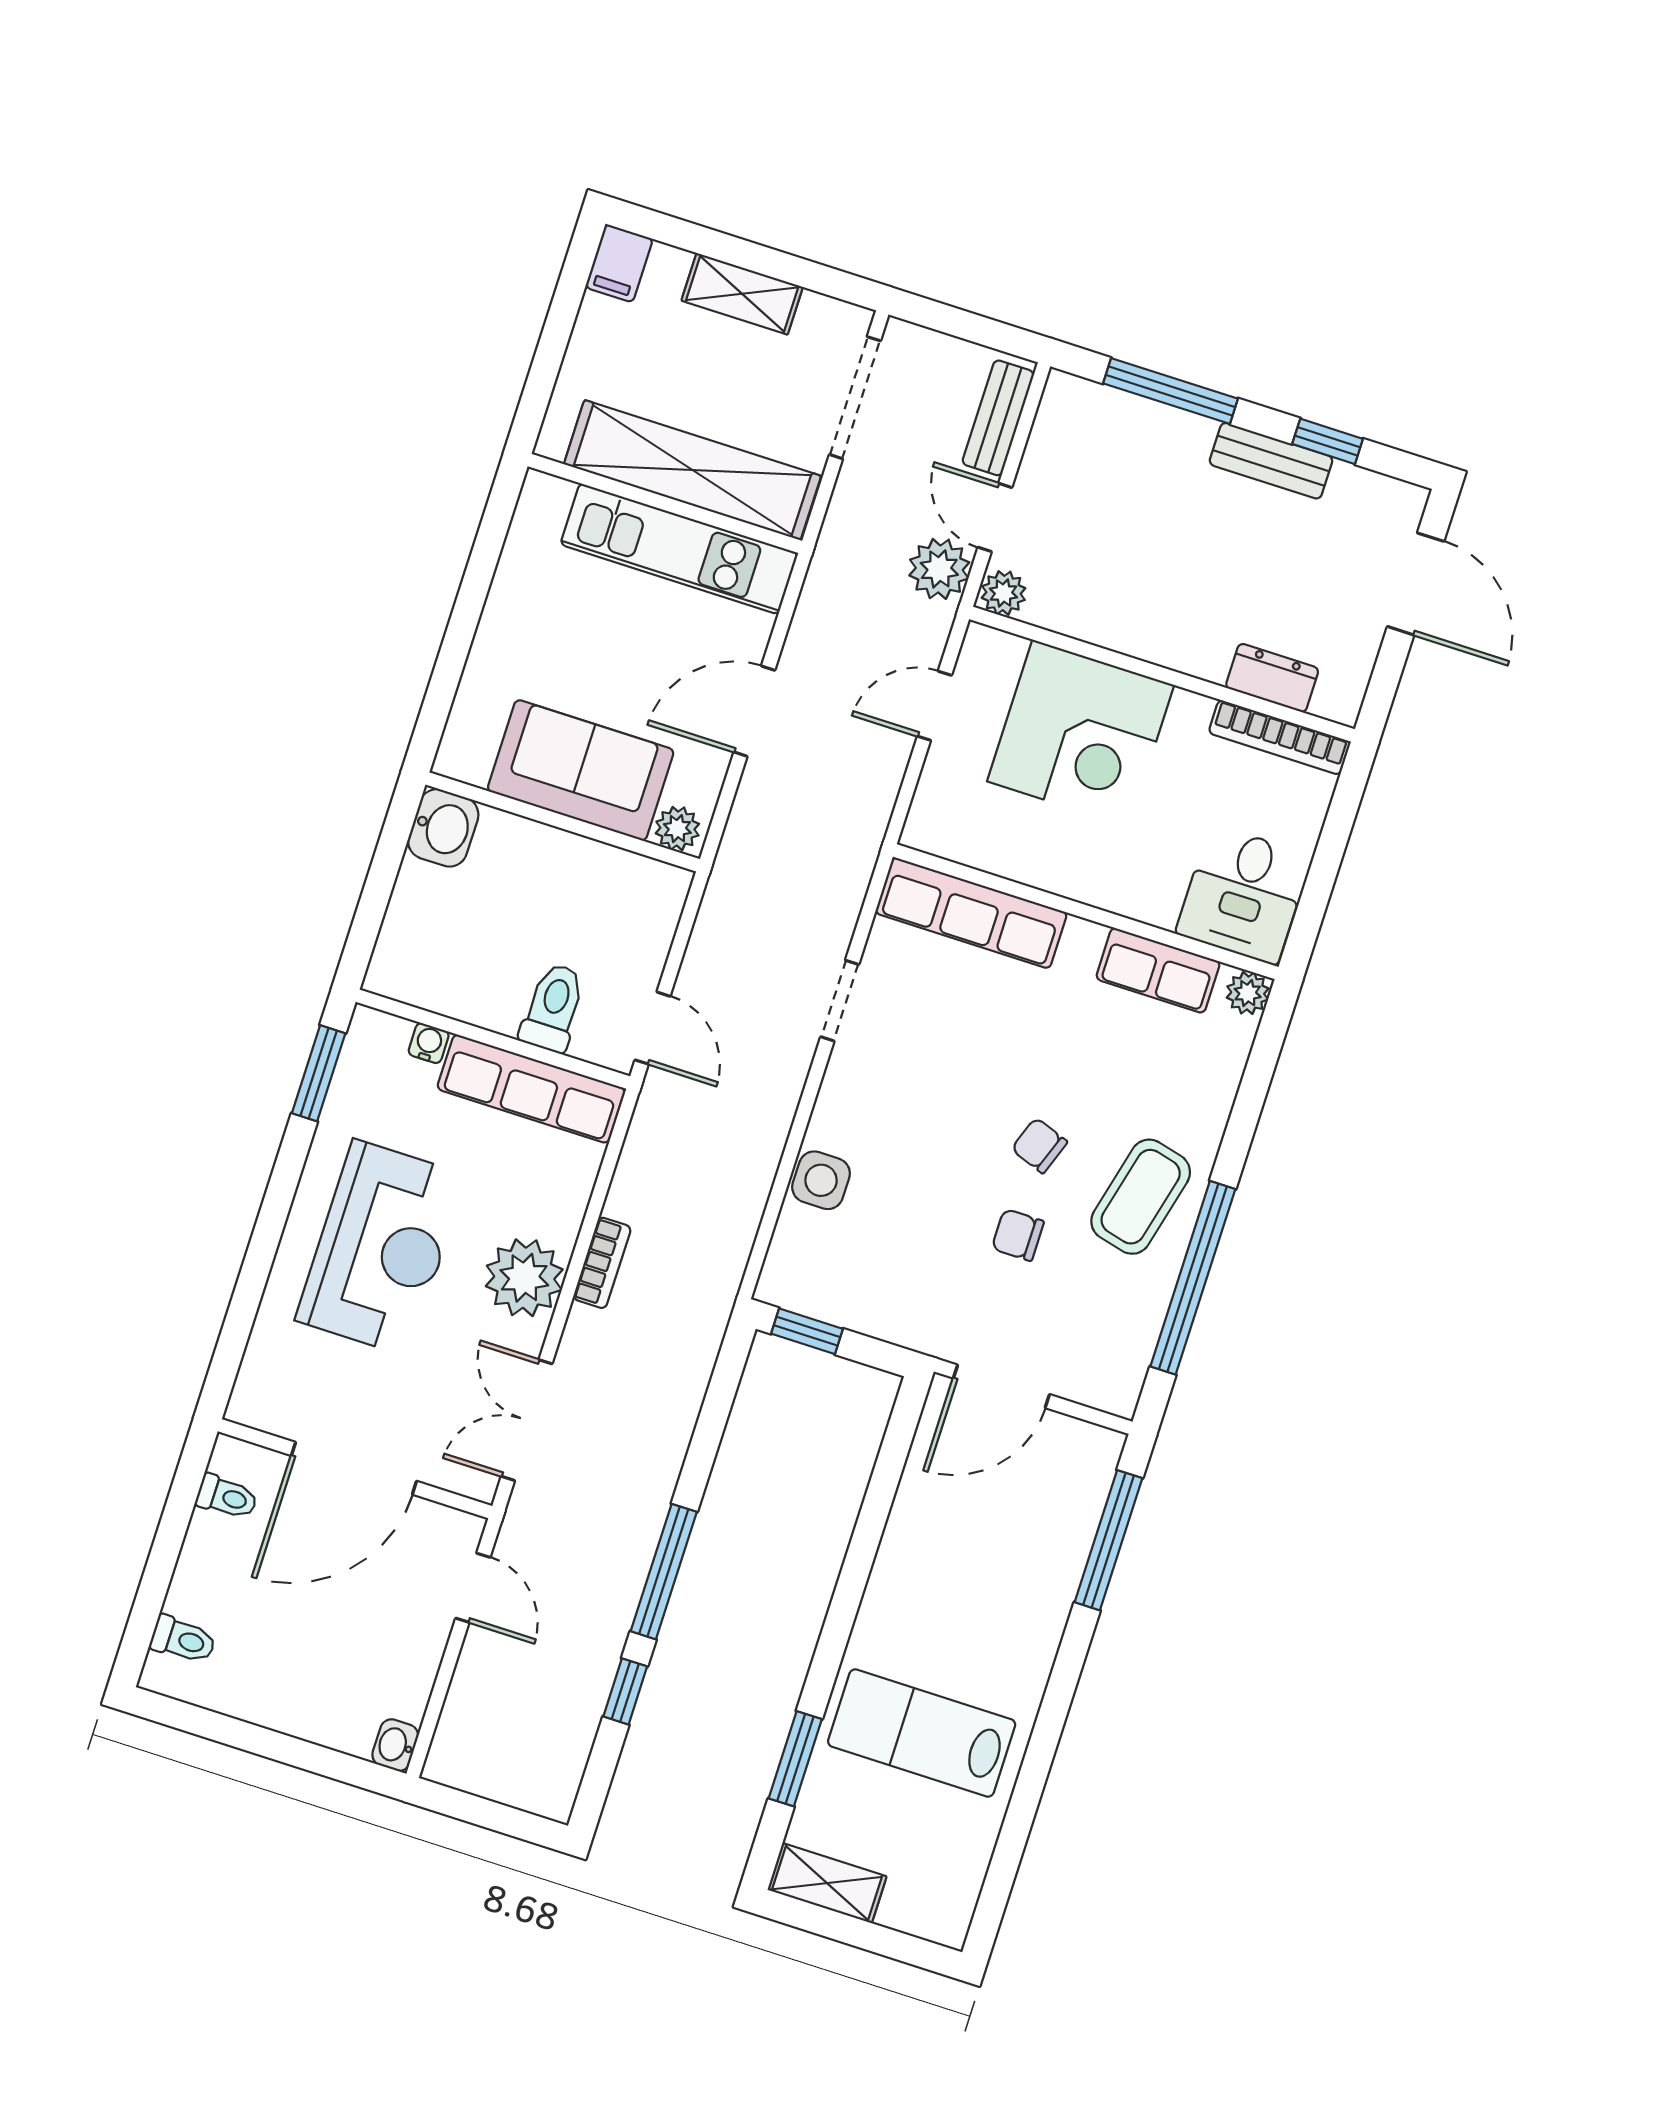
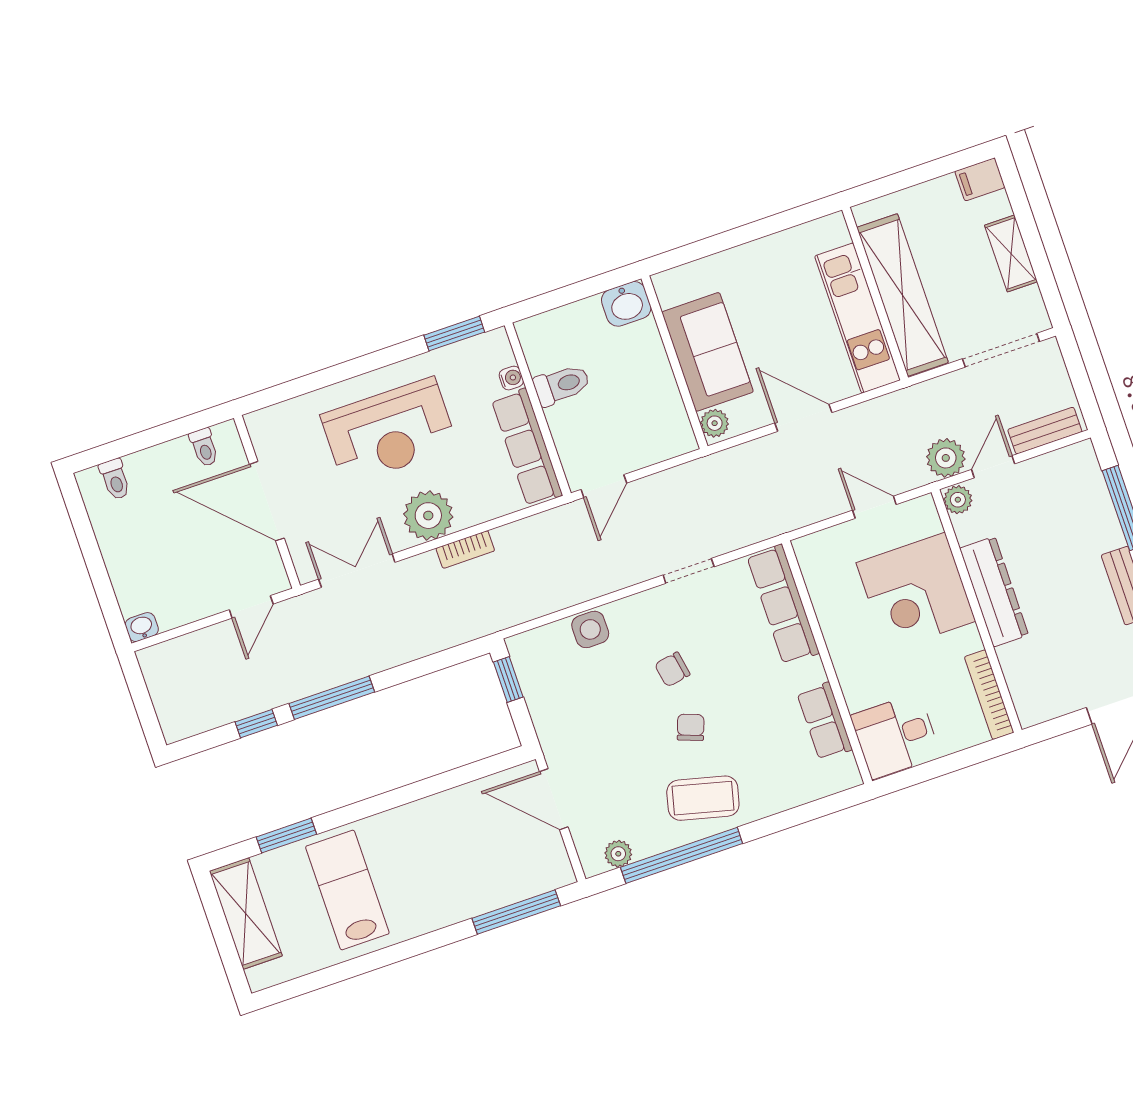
dresser: (1272, 678) -> (994, 592), moved, width x1.96, depth x1.24
plant: (1248, 993) -> (618, 854), moved
toilet: (553, 1008) -> (562, 385), moved
chair: (1018, 1235) -> (672, 669), moved, turned -100
shelving: (827, 1883) -> (246, 913), width x1.50, depth x1.33

